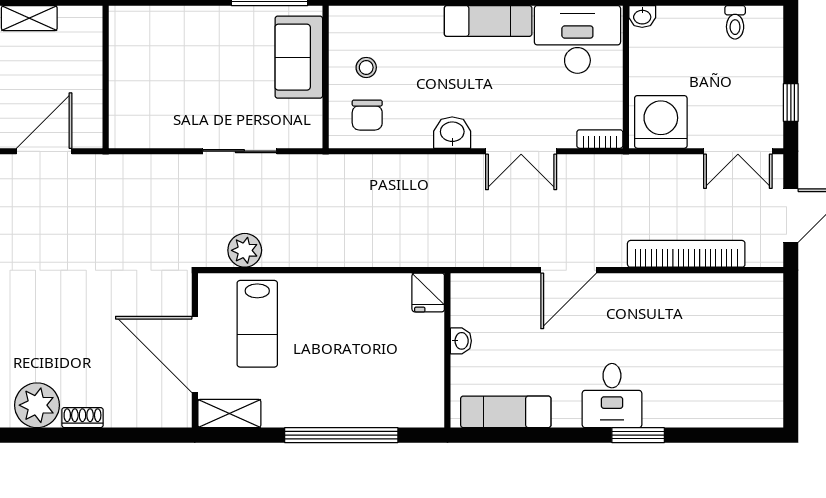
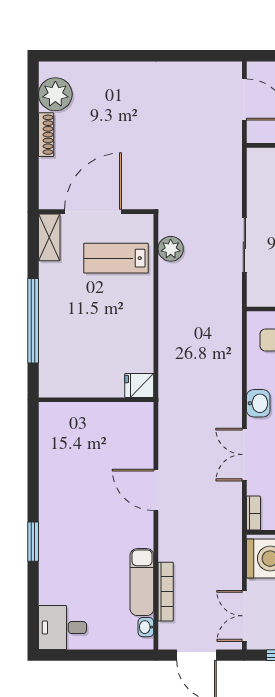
bookcase: (686, 254) -> (166, 592), width x0.68, depth x0.76
washbasin: (461, 341) -> (146, 627), moved, turned 90
desk: (612, 396) -> (63, 628), moved
exam couch: (506, 412) -> (142, 582), moved, turned 180
shoe rack: (82, 418) -> (46, 135), width x1.43

